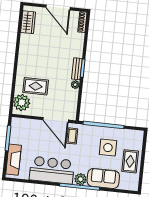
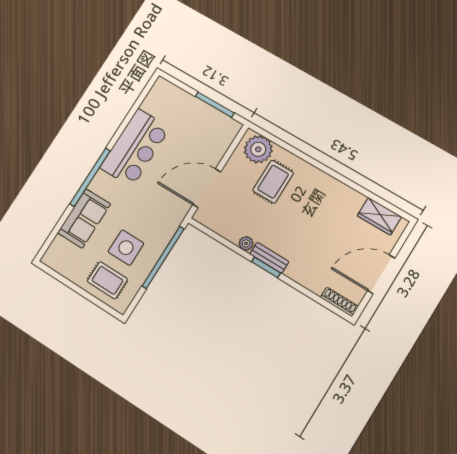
coffee table: (72, 136) -> (170, 202), removed
fireplace: (14, 160) -> (179, 99), removed
rug: (130, 161) -> (107, 280), moved
plant: (81, 179) -> (100, 184), removed

